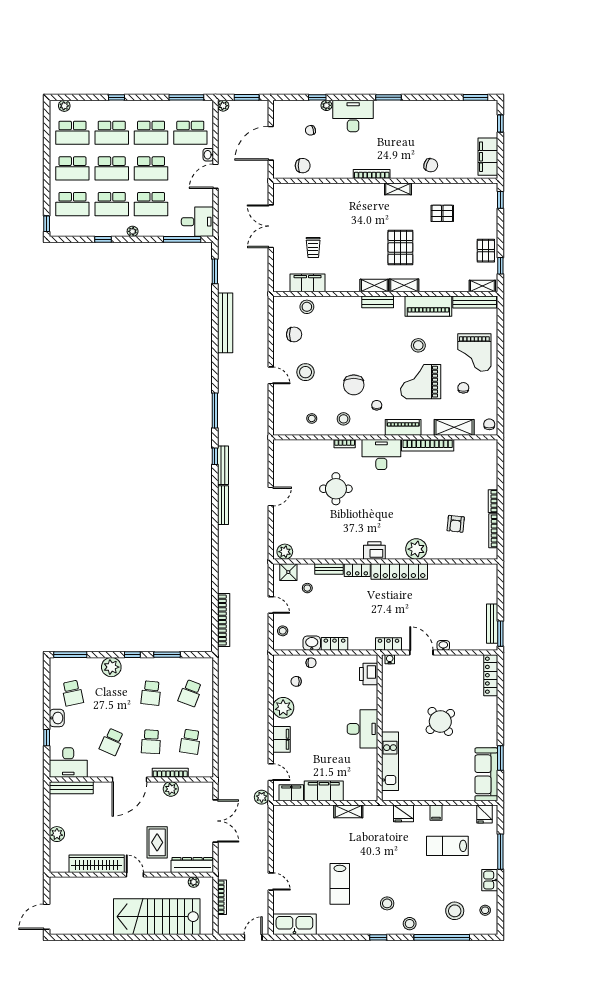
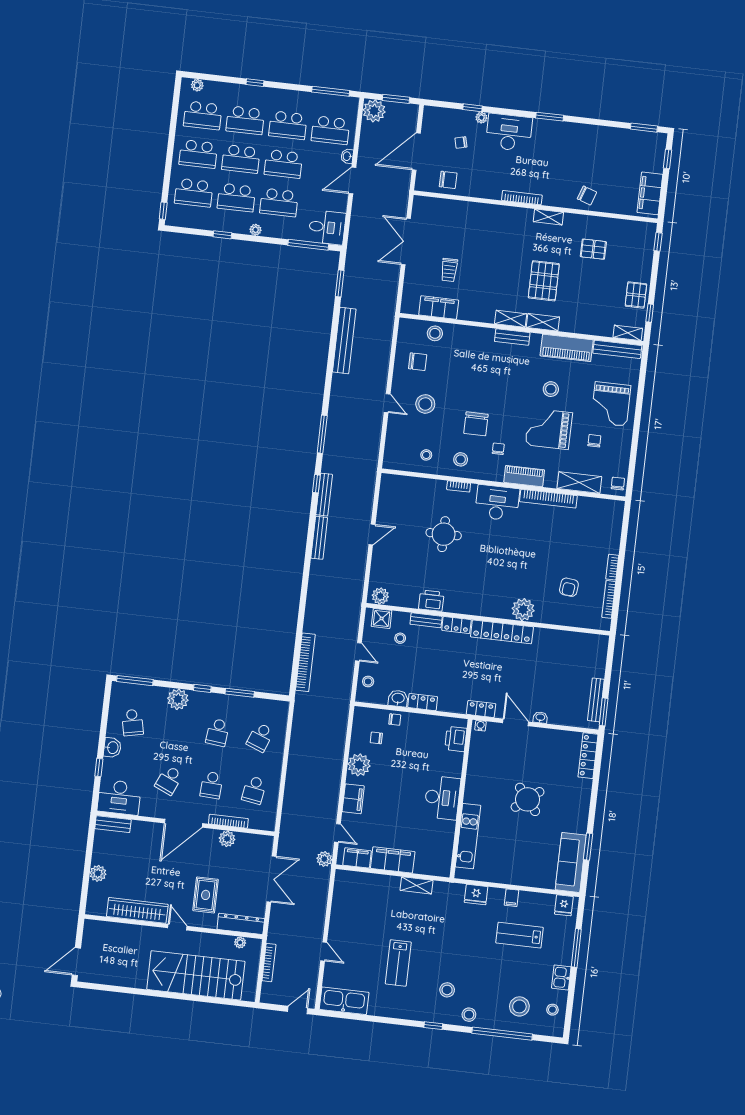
plant: (223, 106) -> (374, 111), width x1.88, depth x1.88
printer: (374, 551) -> (431, 601), moved
bench: (71, 788) -> (113, 824), width x0.73

